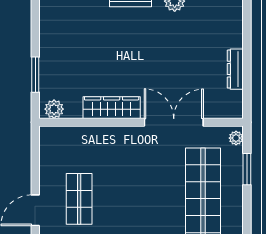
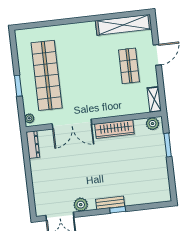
dresser: (235, 69) -> (33, 145), moved
shelving: (47, 145) -> (154, 99), added
window: (247, 169) -> (18, 86), moved

